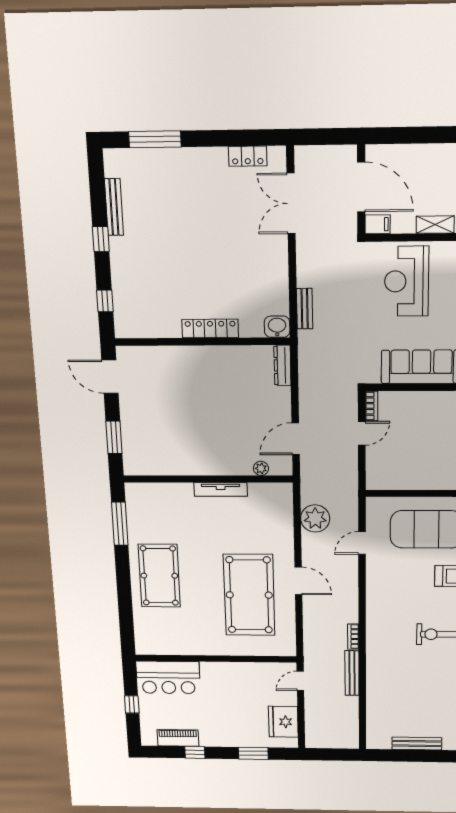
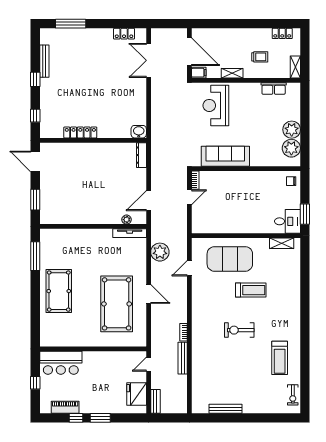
bench: (305, 309) -> (155, 401), moved
locker: (210, 328) -> (80, 132), moved
tv unit: (221, 489) -> (130, 233), moved
window: (253, 753) -> (100, 418), moved

